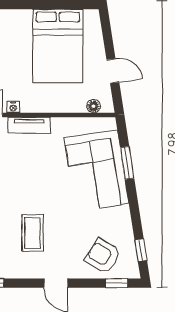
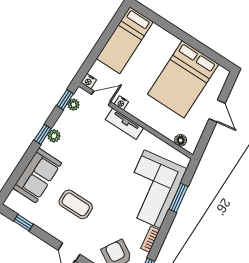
door: (113, 71) -> (217, 111), moved
bookcase: (126, 220) -> (150, 239), added
coffee table: (33, 233) -> (76, 204), turned 90

